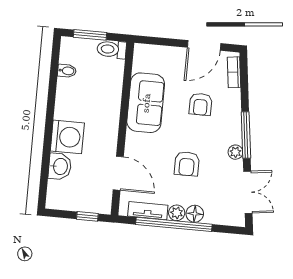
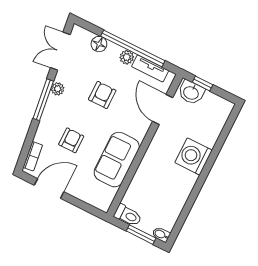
bidet: (67, 71) -> (161, 235), moved
washbasin: (60, 166) -> (191, 92), moved, turned -90
floor lamp: (195, 214) -> (99, 44), moved

